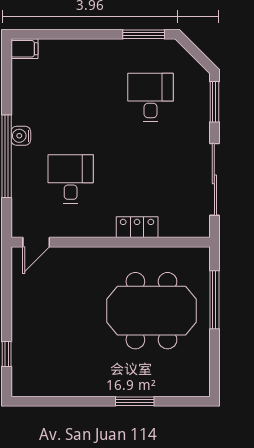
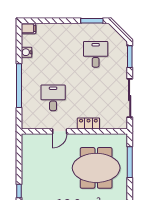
water cooler: (21, 136) -> (27, 52), moved
door: (36, 242) -> (60, 131), moved

